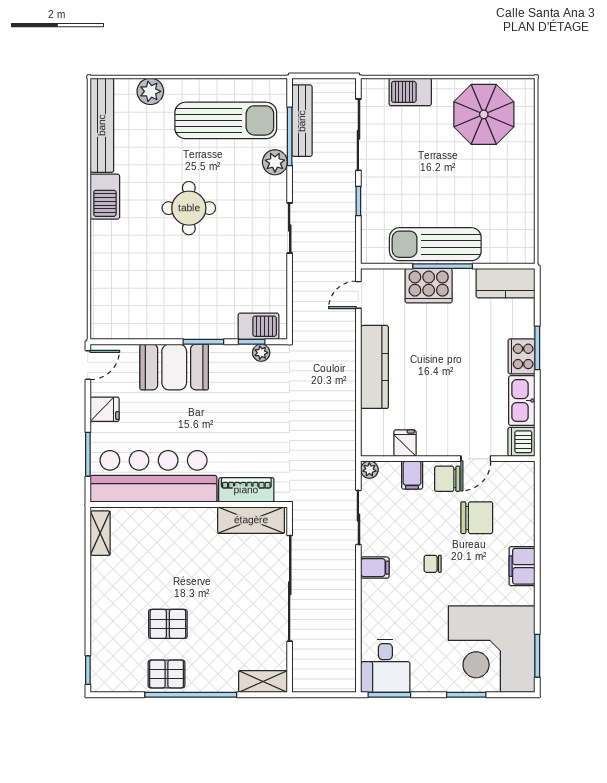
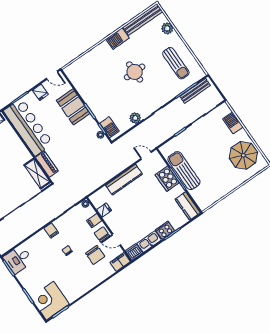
sun lounger: (226, 120) -> (176, 63), width x0.73, depth x0.75
plant: (275, 162) -> (135, 118), moved
filing cabinet: (522, 566) -> (120, 262), moved
corner desk: (492, 649) -> (50, 301), width x0.74, depth x0.74

